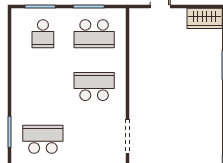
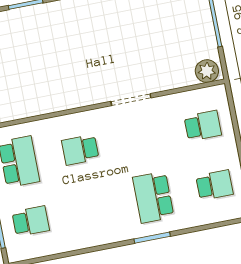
school desk: (94, 86) -> (80, 150), width x0.54

